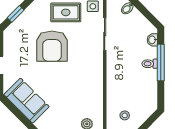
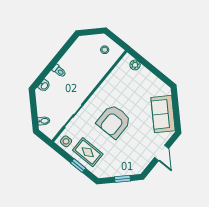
armchair: (52, 46) -> (114, 121), moved, turned 180
window: (161, 63) -> (51, 66), removed

